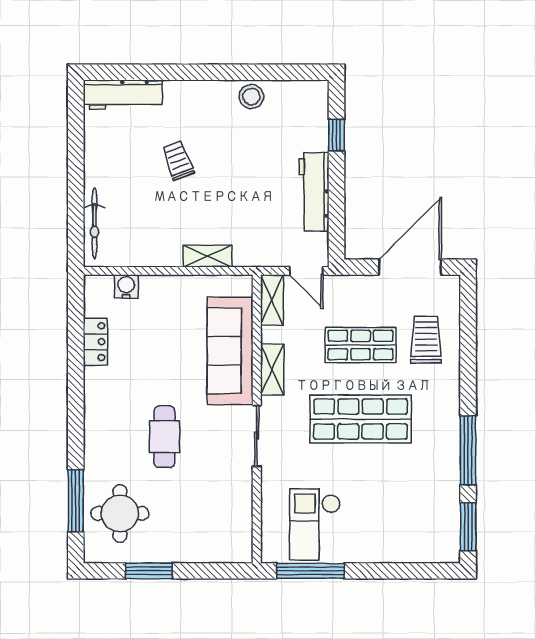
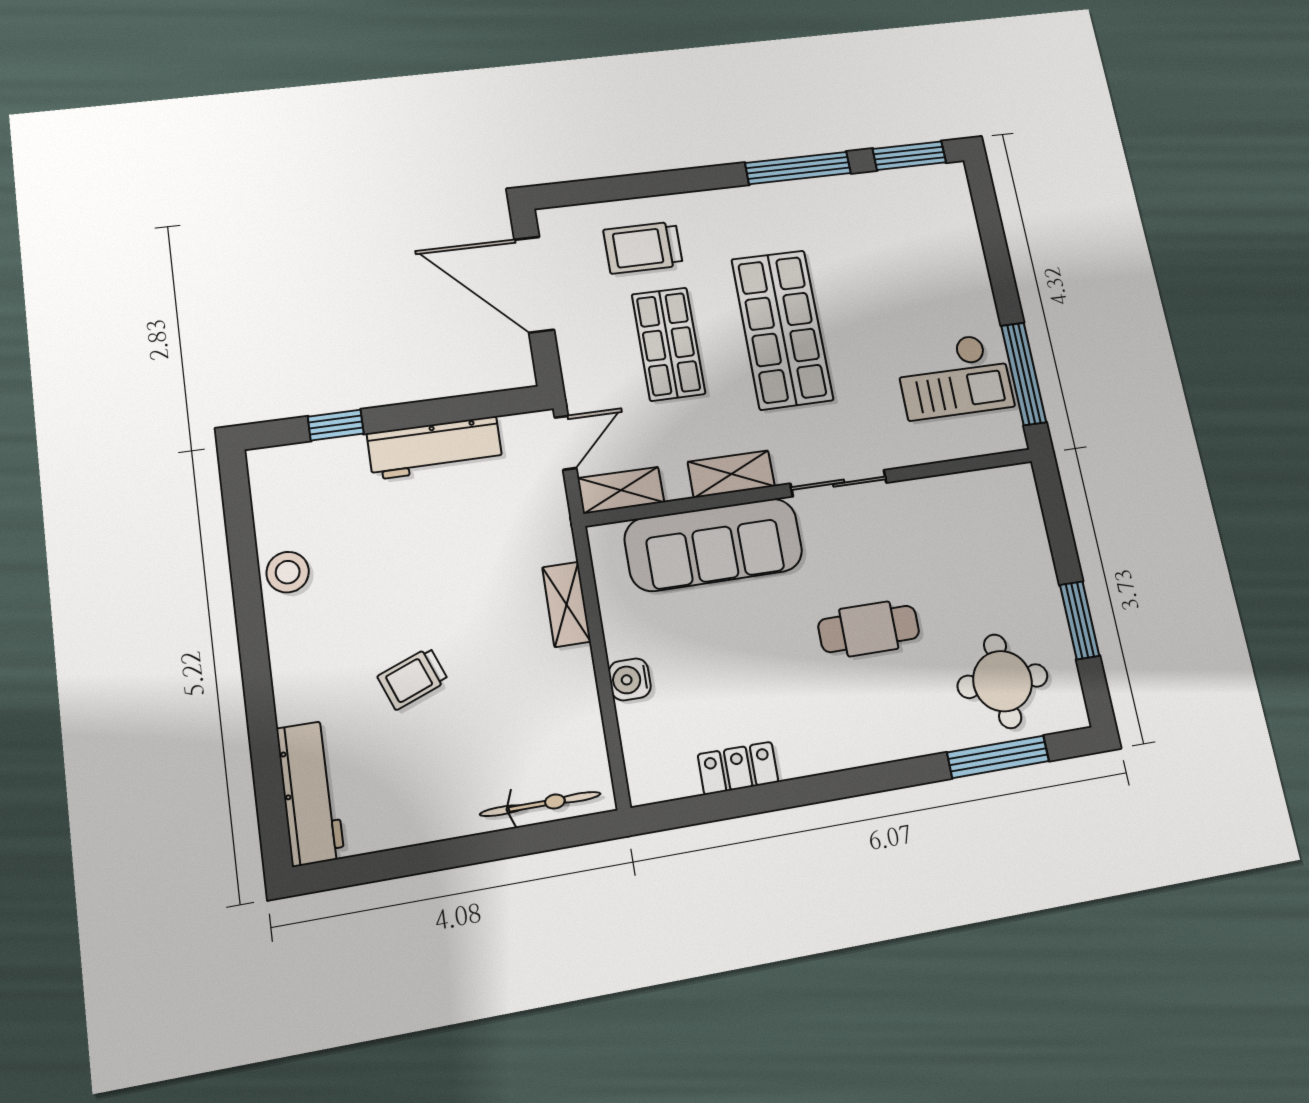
water cooler: (126, 287) -> (630, 679), moved

